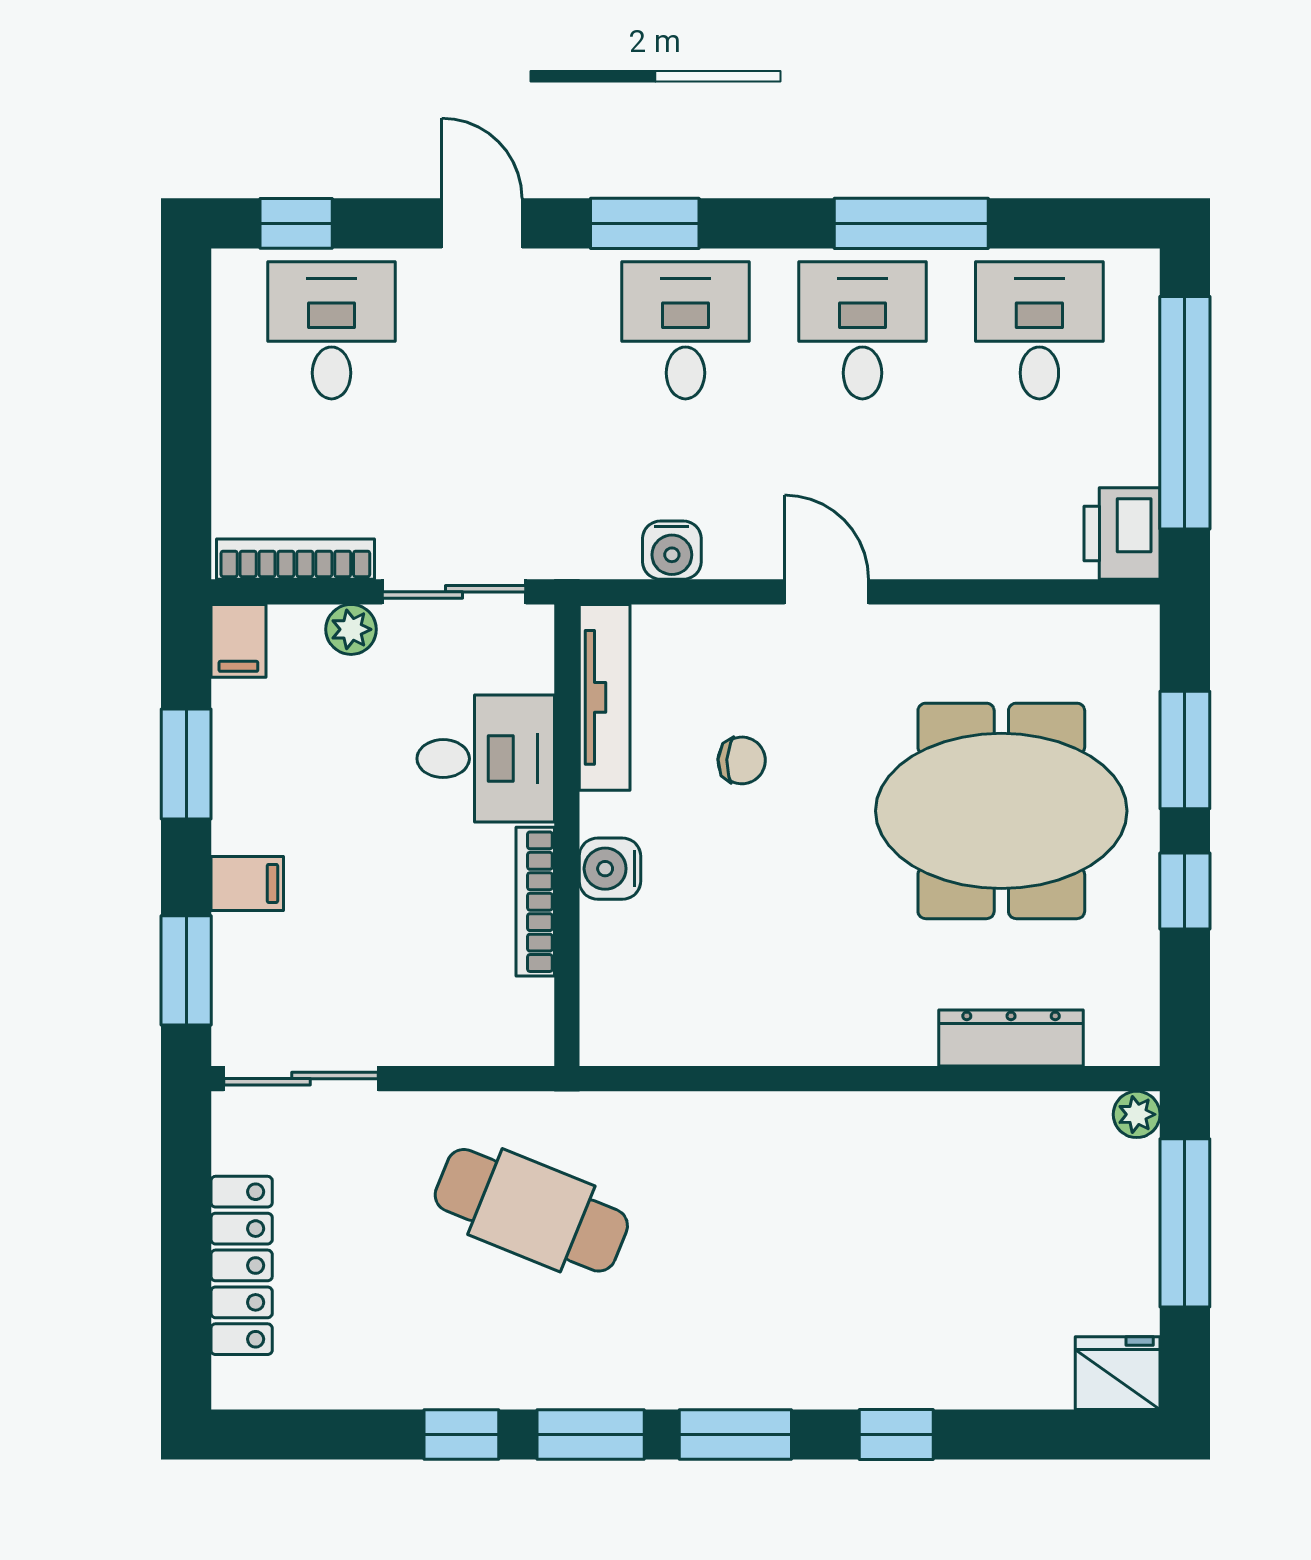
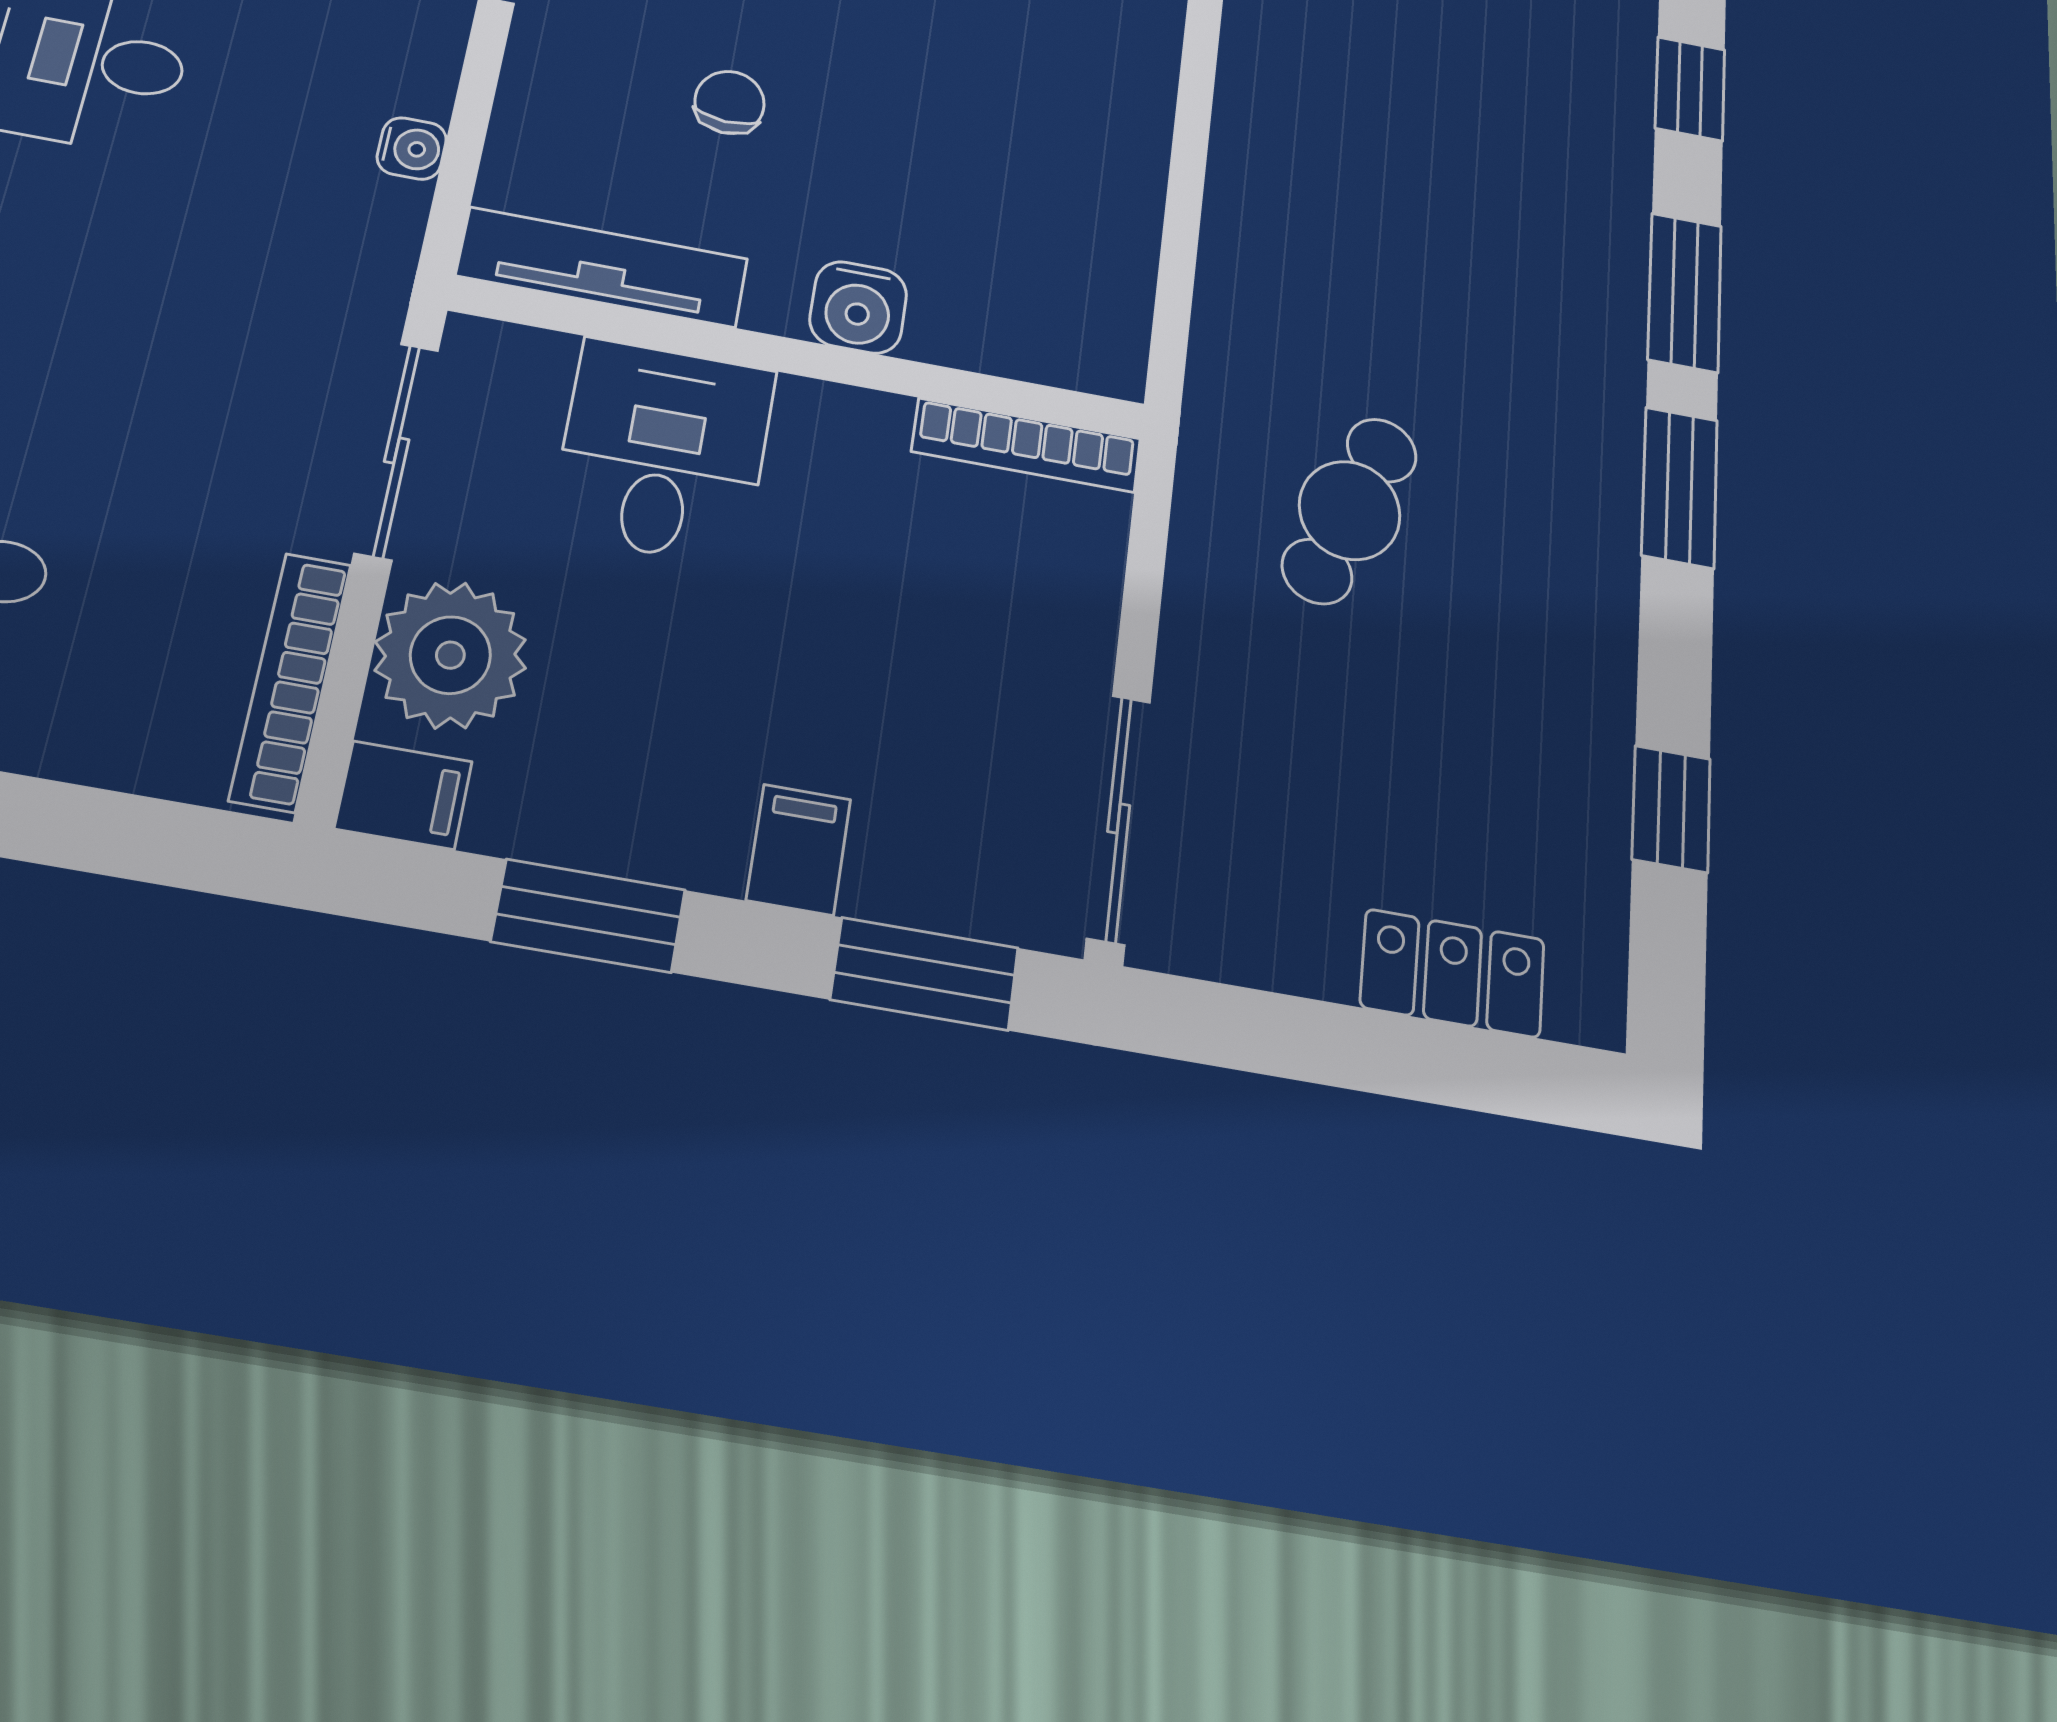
water cooler: (672, 550) -> (412, 148), width x0.72, depth x0.72
plant: (351, 629) -> (450, 655), width x1.88, depth x1.88
bookcase: (535, 902) -> (1026, 445), moved
cafe table: (531, 1210) -> (1350, 510), width x0.73, depth x0.74
locker: (242, 1265) -> (1453, 973), width x0.66
window: (461, 1435) -> (1671, 809), moved

